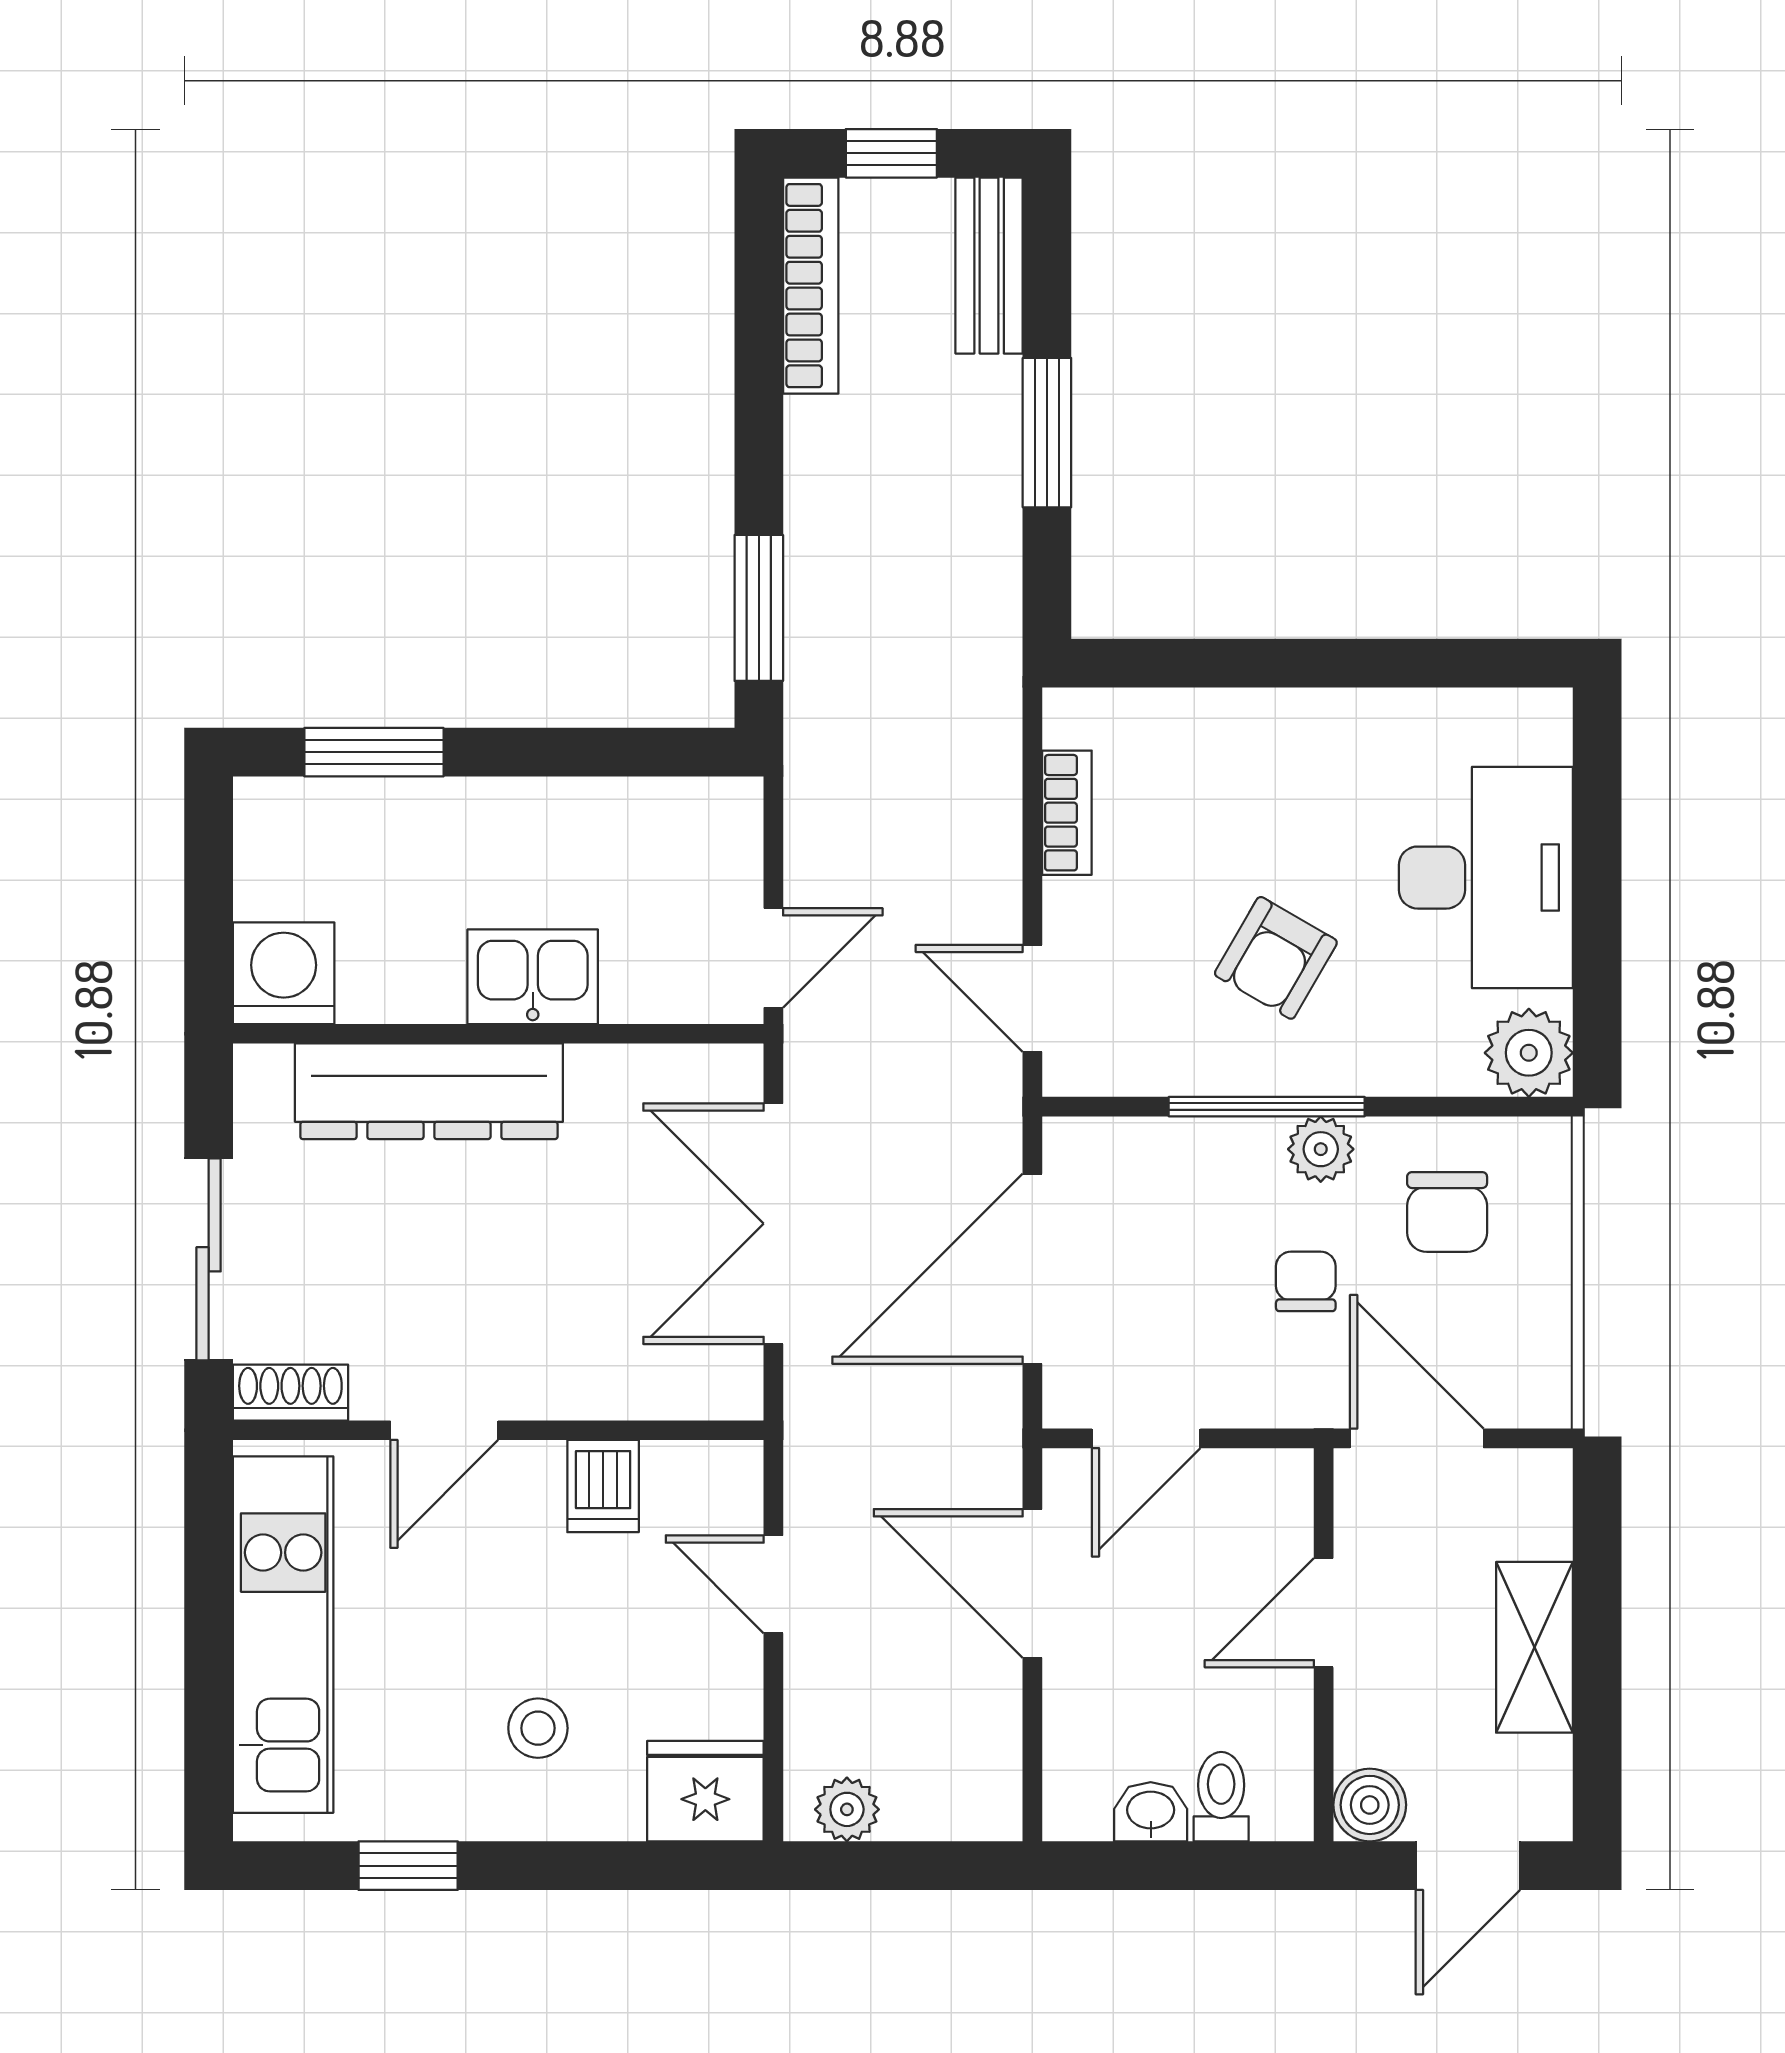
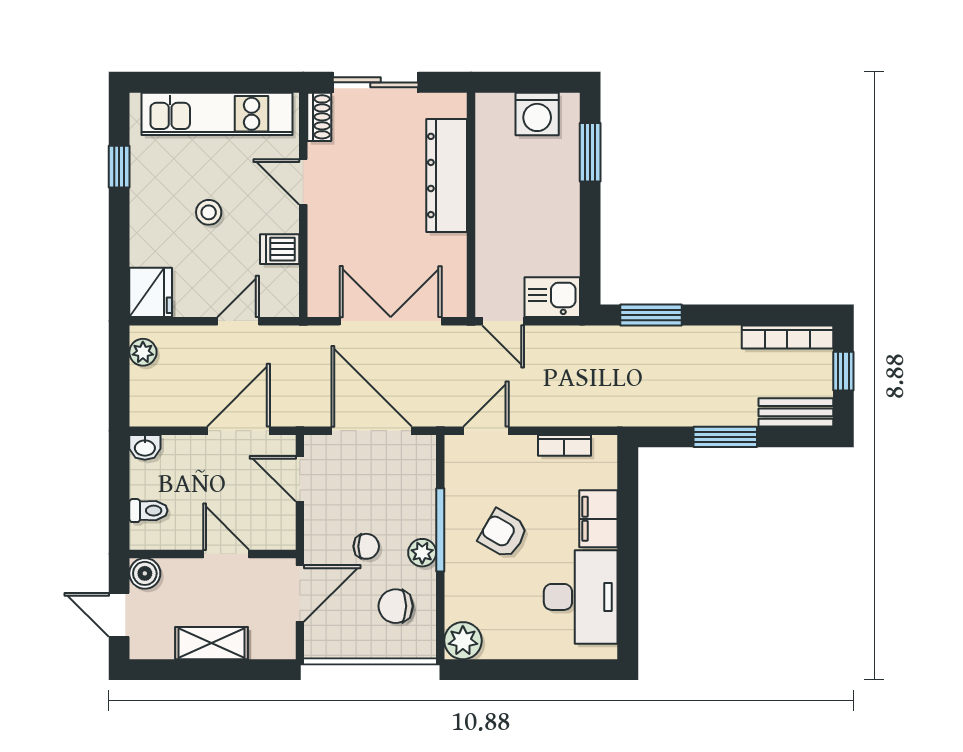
filing cabinet: (1241, 733) -> (598, 519), added
desk: (1486, 878) -> (581, 597), moved, turned -90
washing machine: (284, 973) -> (537, 114), moved, turned 90
kitchen sink: (533, 977) -> (552, 297), moved, turned -90
stool: (538, 1728) -> (209, 212), moved
washbasin: (1151, 1812) -> (145, 447), moved, turned 90

